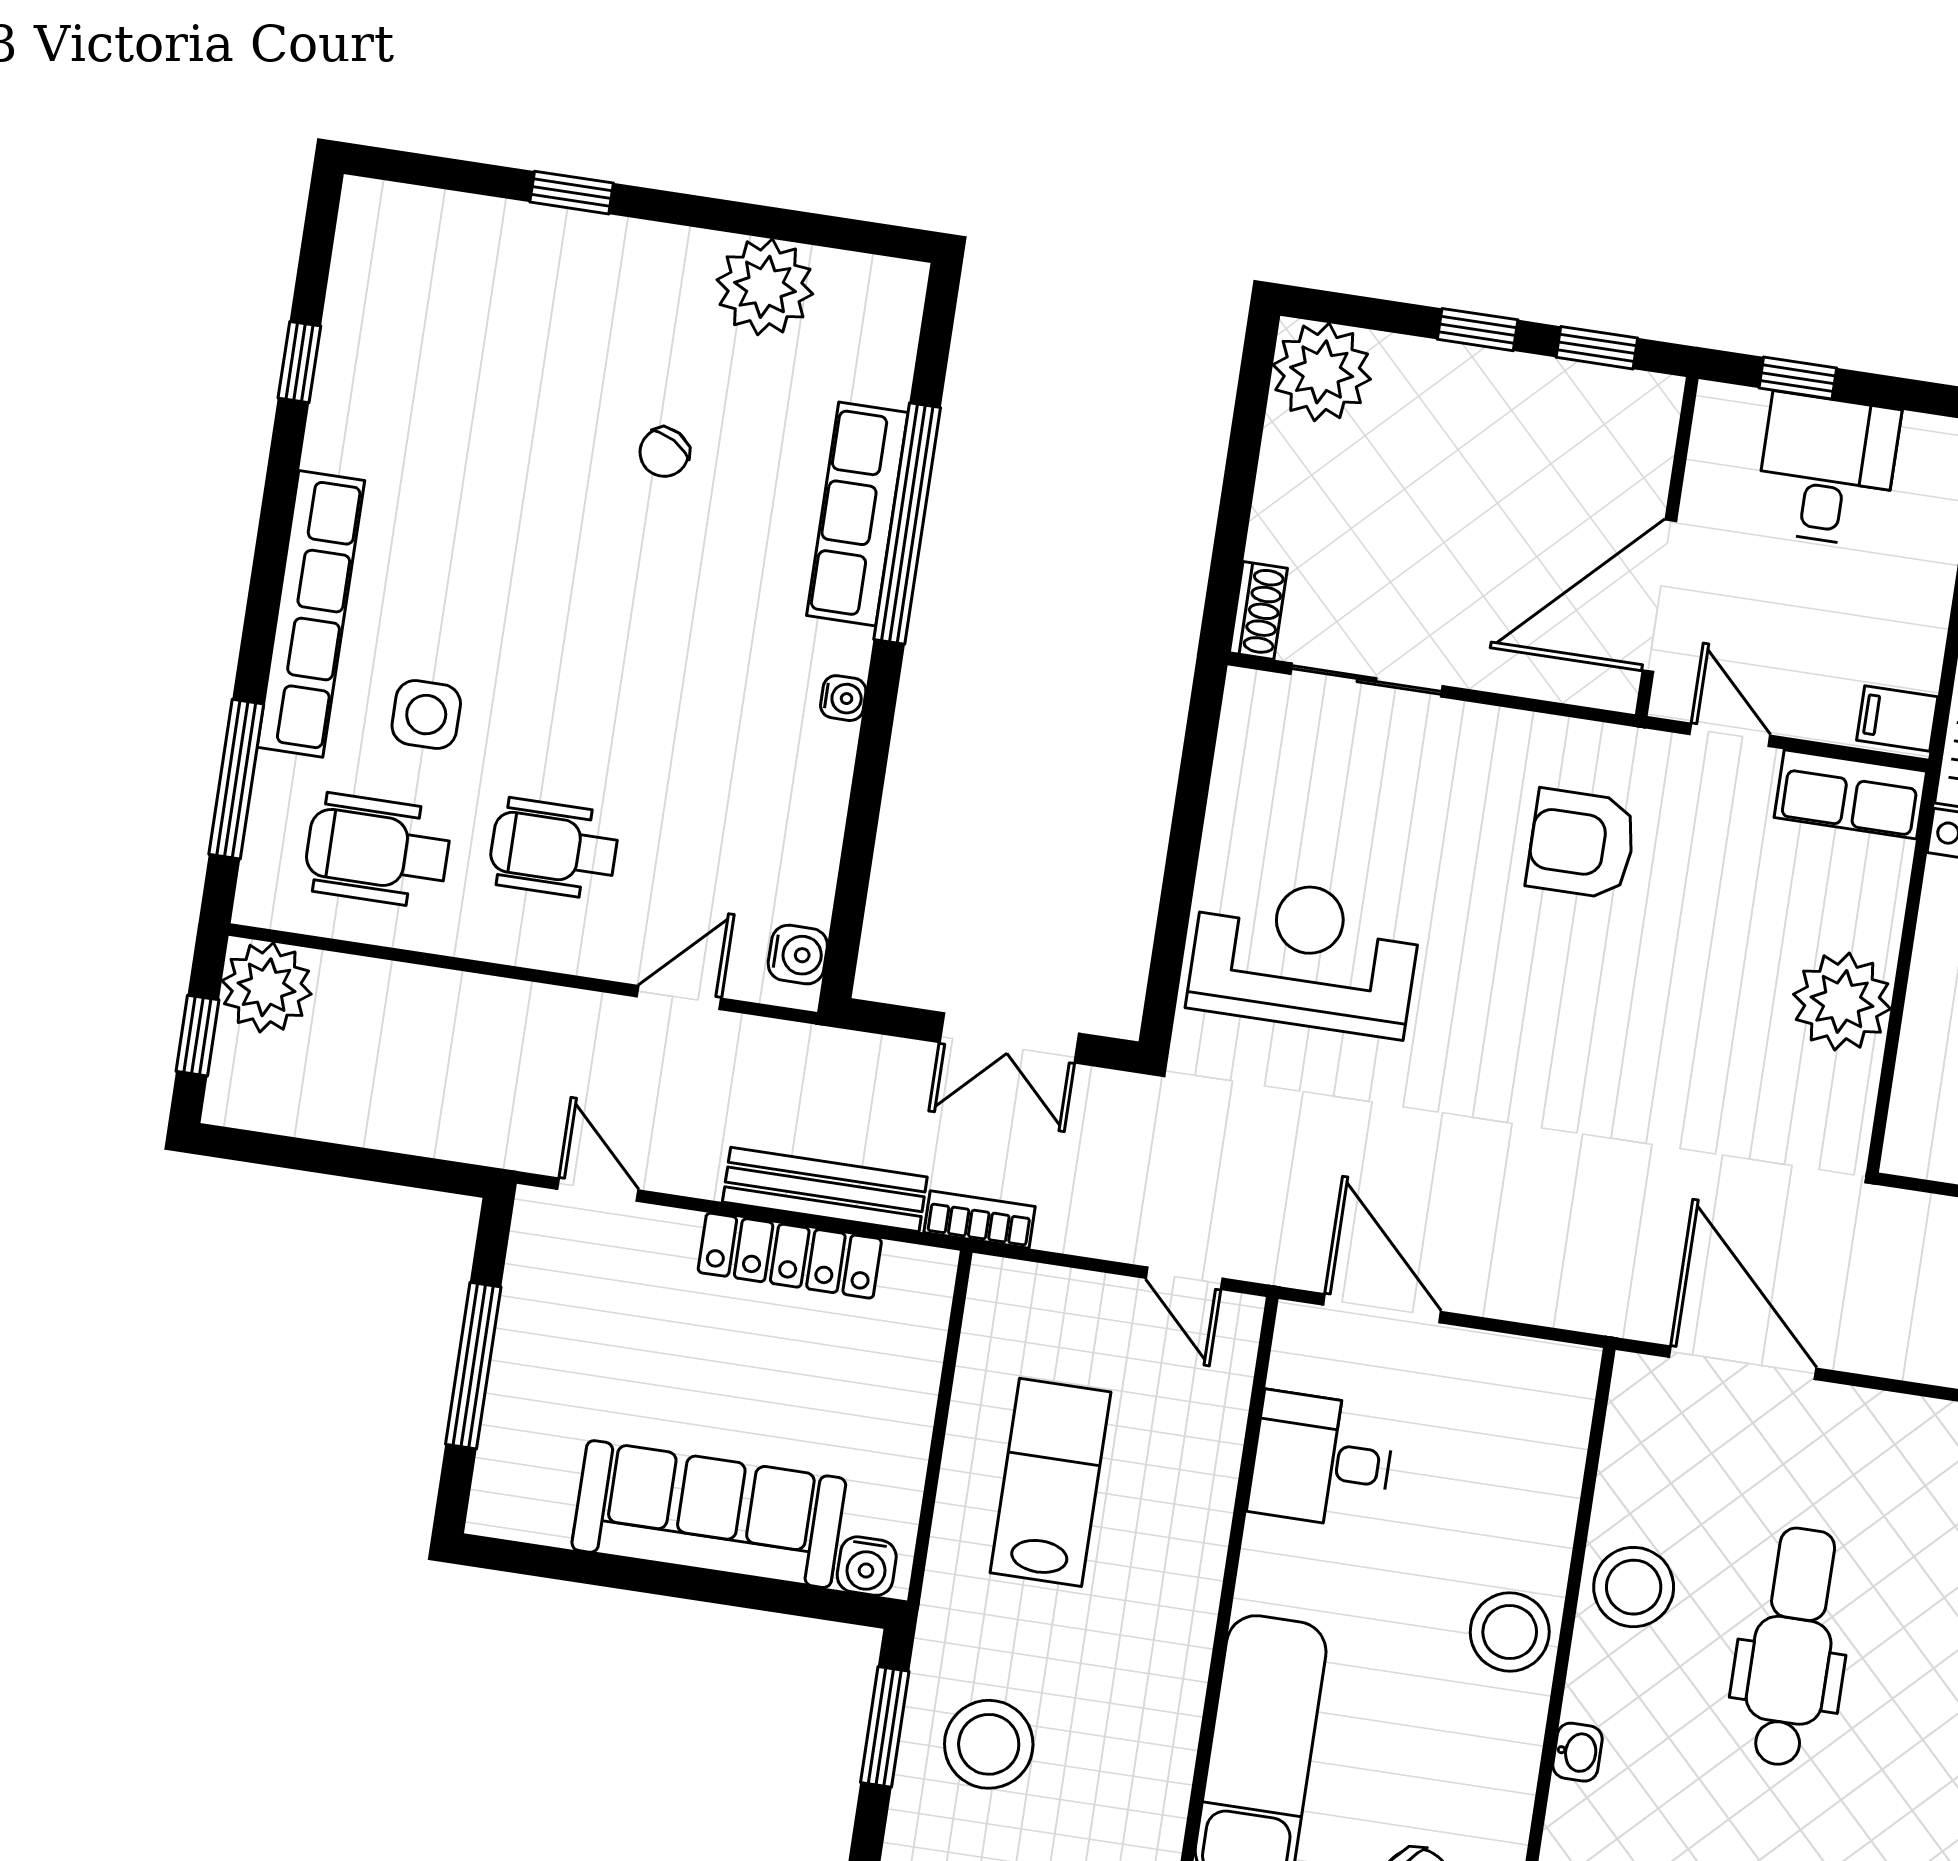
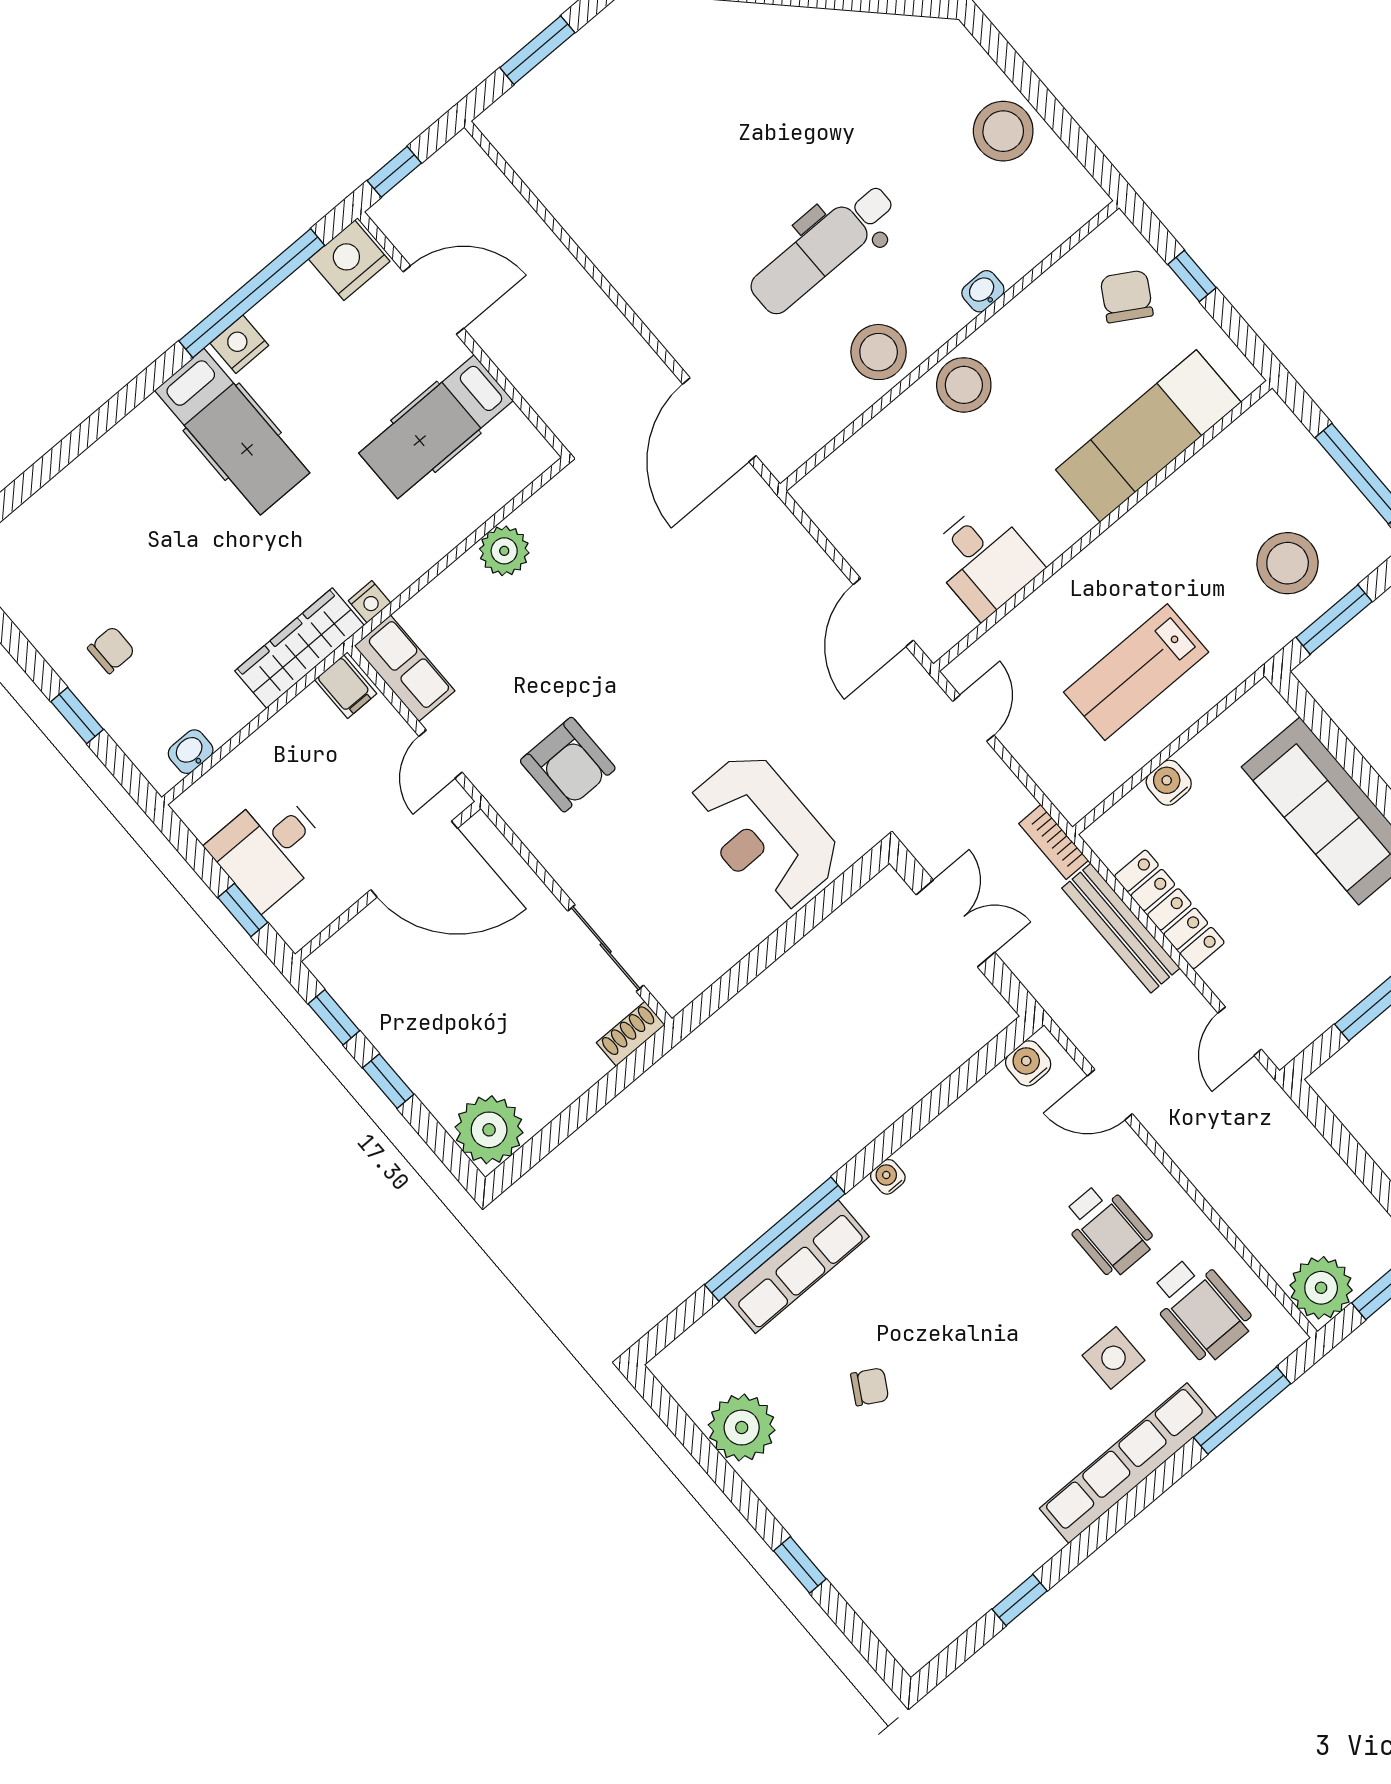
plant: (1842, 1002) -> (504, 551), width x0.73, depth x0.73
water cooler: (867, 1566) -> (1169, 783), moved, turned -90

